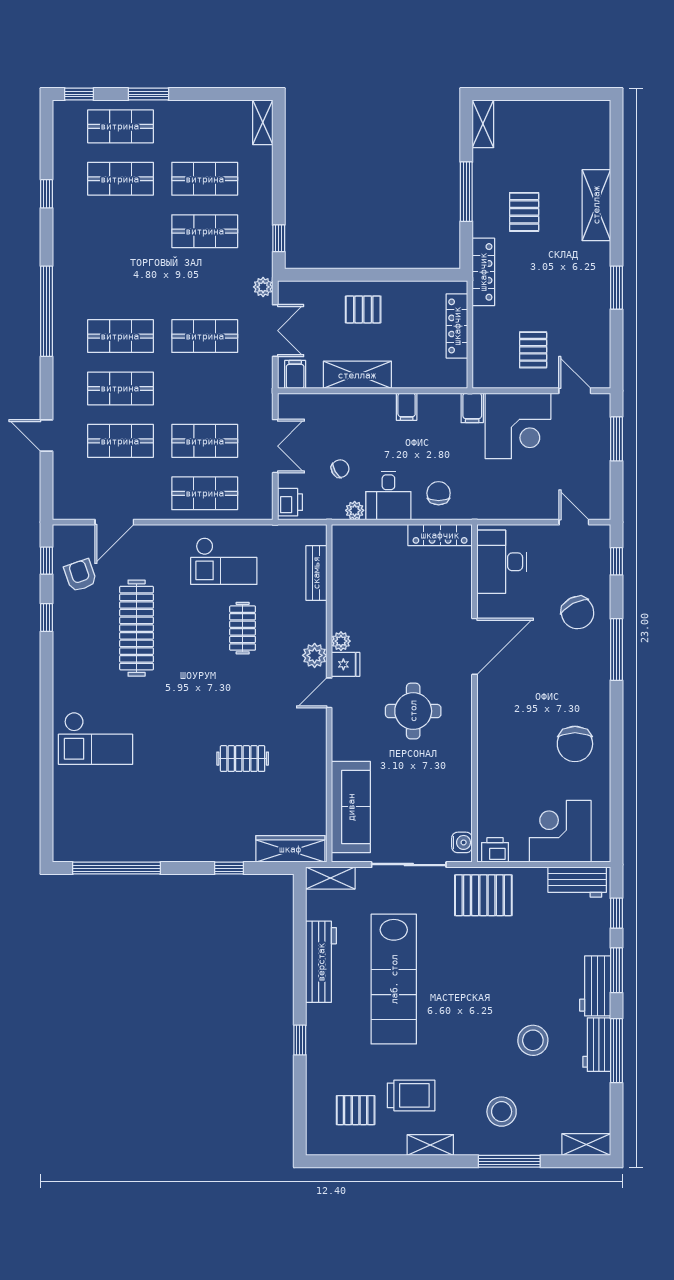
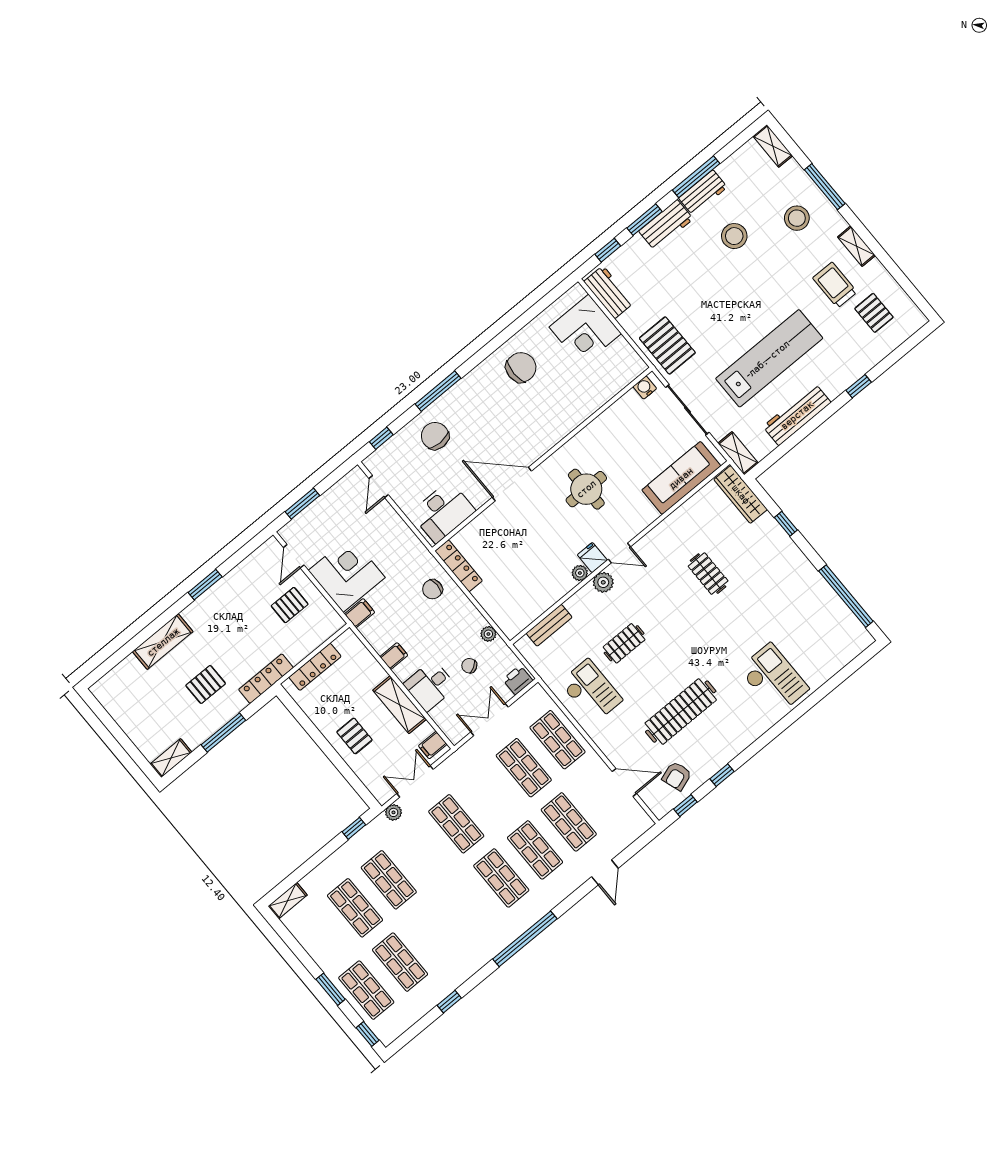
desk: (388, 495) -> (430, 685), moved, turned 180
chair: (578, 613) -> (435, 436), turned -62
printer: (495, 850) -> (632, 362), removed

